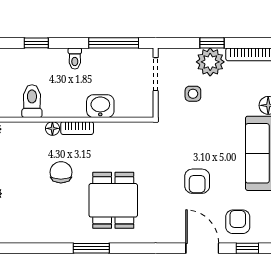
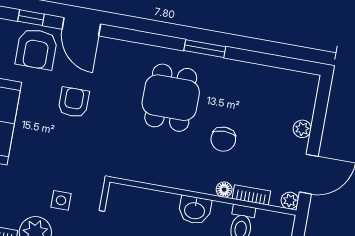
washbasin: (100, 106) -> (195, 210), moved
bookcase: (77, 128) -> (251, 195), moved
armchair: (238, 222) -> (37, 49), width x1.38, depth x1.38

